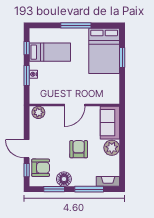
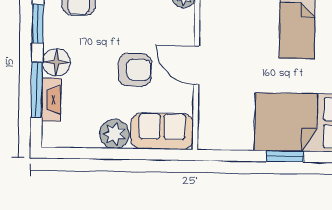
armchair: (79, 149) -> (135, 70), moved
floor lamp: (64, 179) -> (56, 62), moved
fireplace: (108, 181) -> (51, 100), moved

